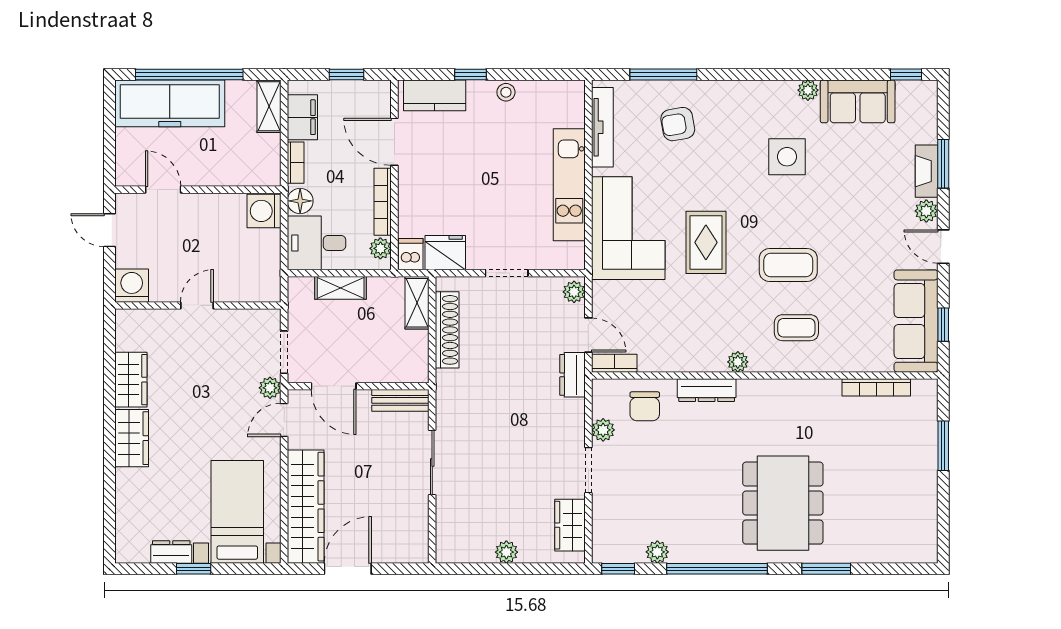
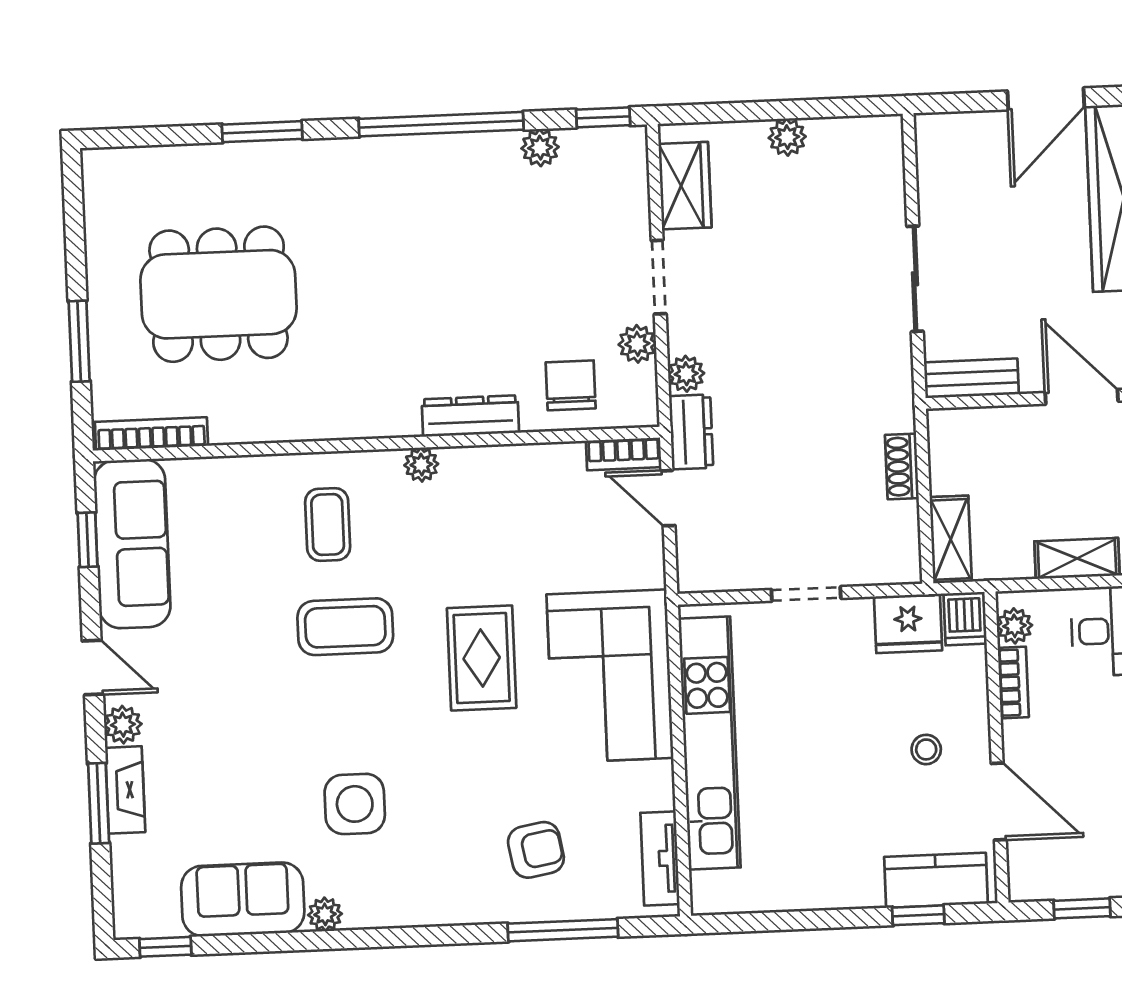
window: (471, 74) -> (918, 915), moved
stool: (506, 92) -> (926, 749), moved
tv unit: (602, 127) -> (660, 859), width x0.71
kitchen unit: (569, 185) -> (710, 743), width x1.36
bookcase: (383, 202) -> (1013, 682), width x0.64
plant: (574, 292) -> (686, 374), moved
coffee table: (796, 328) -> (328, 524), turned 90
shoe rack: (447, 330) -> (902, 466), width x0.51, depth x0.81
bookcase: (876, 387) -> (151, 434), moved
dining table: (783, 503) -> (219, 294), moved, turned 90

